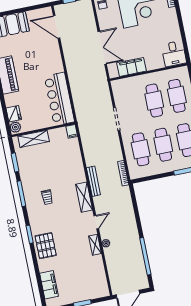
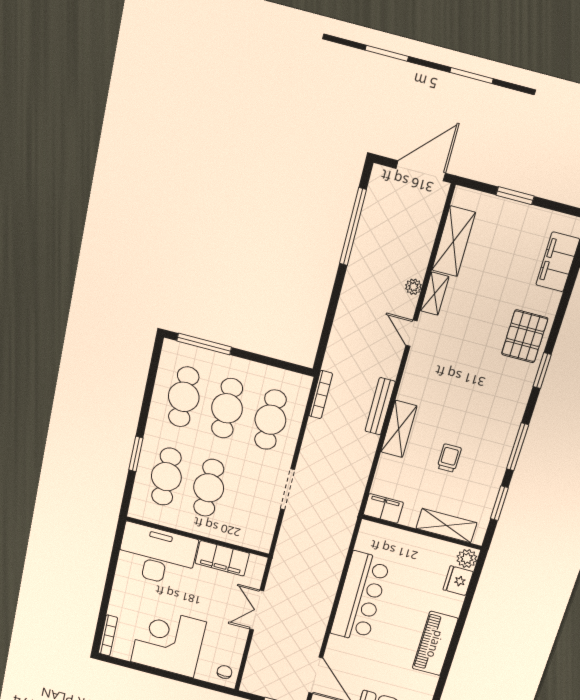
double door: (102, 48) -> (257, 610), width x0.73
desk: (174, 54) -> (157, 555), width x1.87, depth x1.30
bar counter: (59, 99) -> (360, 597), moved
filing cabinet: (72, 131) -> (383, 508), width x2.00
trolley: (47, 197) -> (449, 458), moved
shelving: (84, 197) -> (399, 429), moved
door: (96, 222) -> (411, 333), hinge flipped
shelving: (99, 271) -> (454, 241), added

